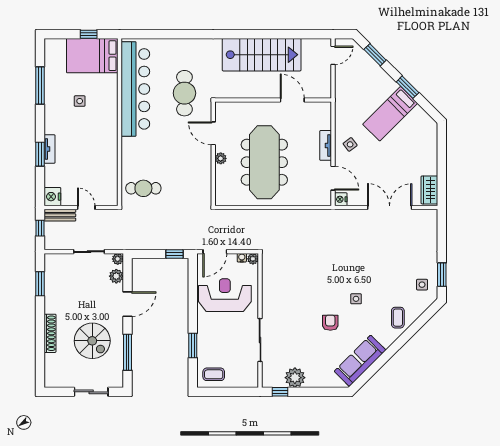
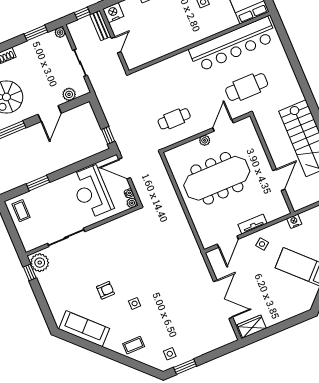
cafe table: (143, 188) -> (174, 119), moved, turned 90
nightstand: (341, 199) -> (294, 221), moved
plant: (118, 259) -> (60, 32), moved
reception desk: (225, 295) -> (91, 192), turned 180
door: (128, 304) -> (50, 114), hinge flipped
plant: (295, 378) -> (40, 263), moved

